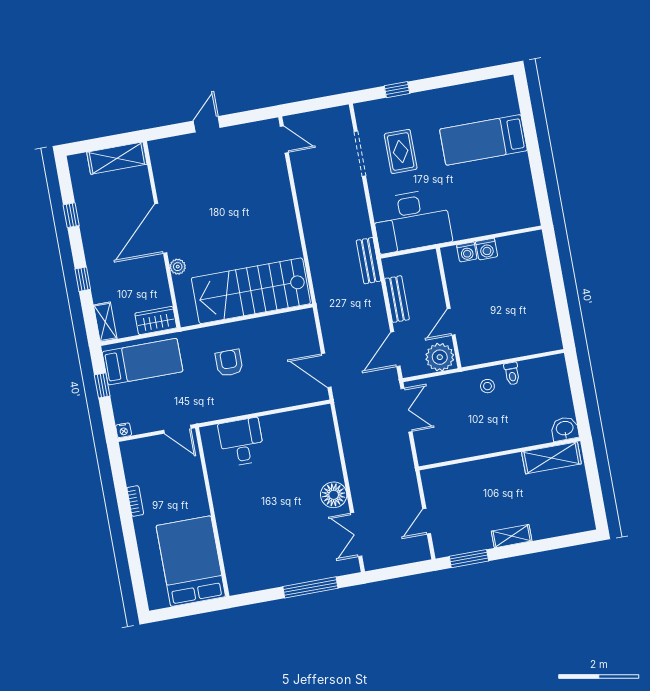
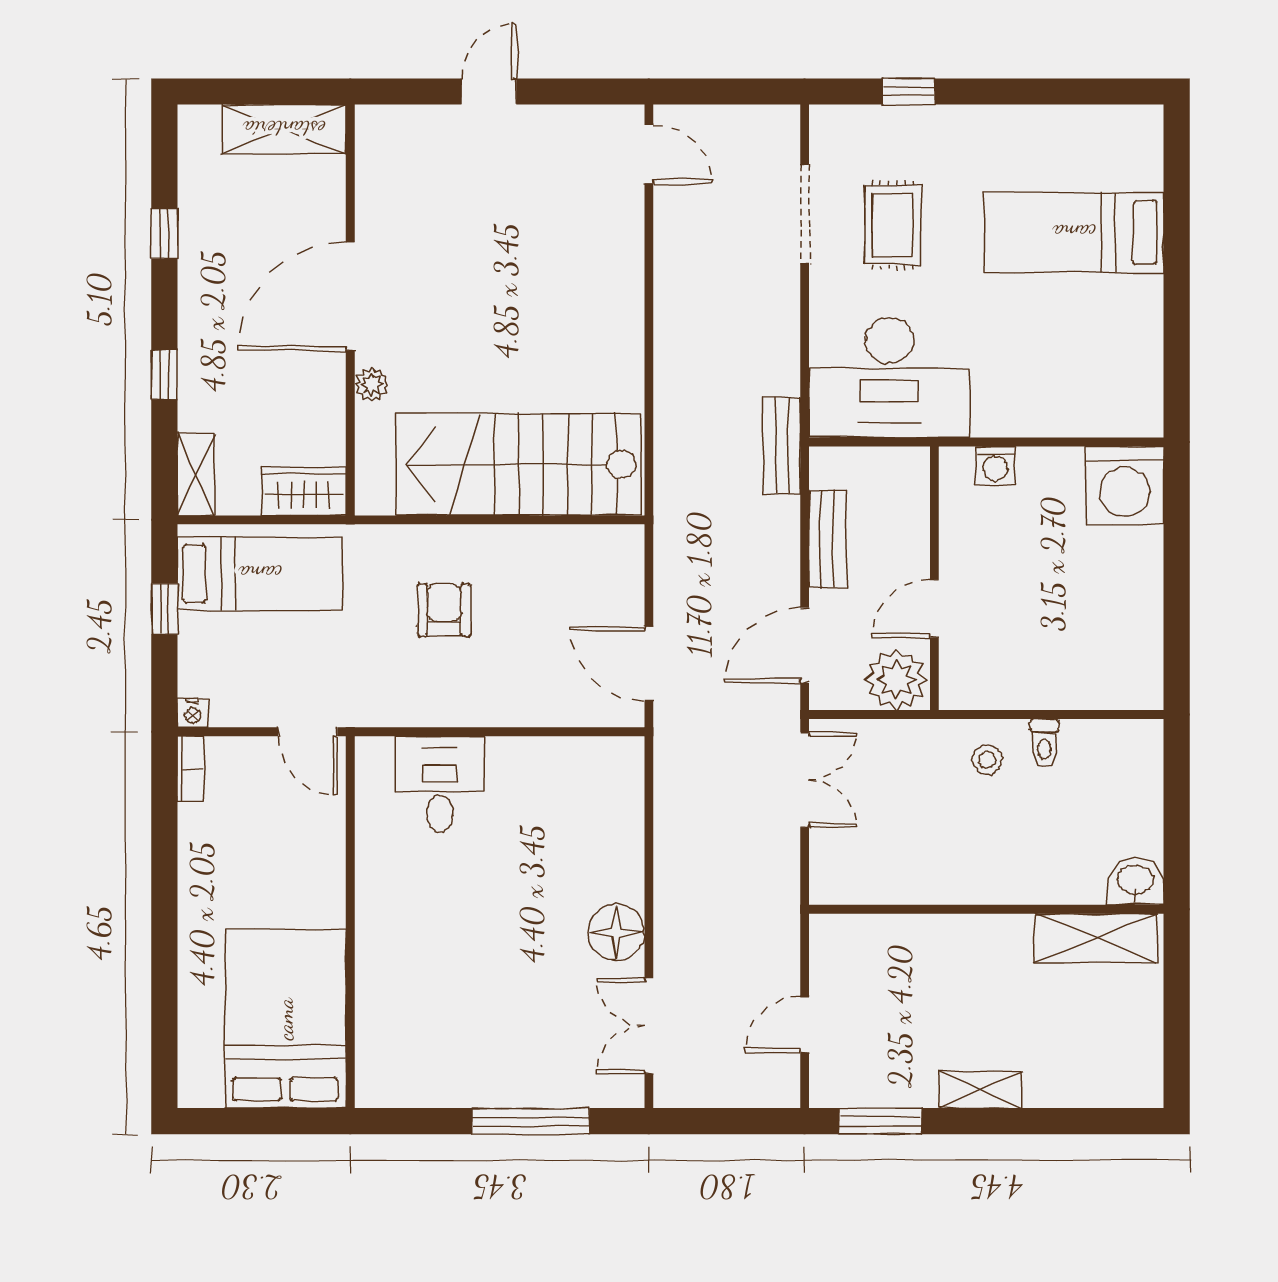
washing machine: (487, 249) -> (1125, 485), moved, width x1.89, depth x1.89
bookcase: (135, 501) -> (190, 768), moved

